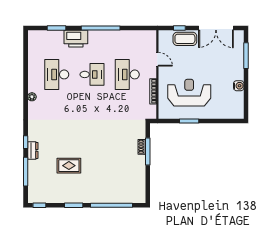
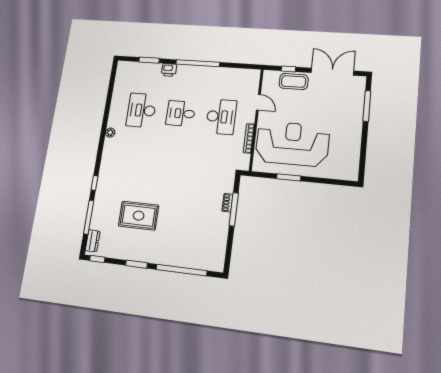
double door: (216, 28) -> (332, 72), swing flipped
printer: (76, 39) -> (169, 70), width x0.53, depth x0.68
desk: (92, 74) -> (181, 113), turned 180
desk: (127, 74) -> (221, 117), turned 180
water cooler: (239, 86) -> (355, 141), removed
reception desk: (189, 93) -> (292, 144), width x1.36, depth x1.30
dresser: (33, 150) -> (93, 241), moved
rug: (69, 166) -> (139, 216), width x1.36, depth x1.43

